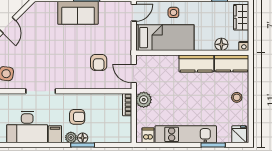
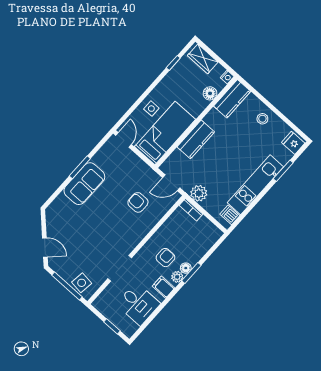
armchair: (99, 63) -> (138, 202), turned 180
kitchen counter: (196, 63) -> (196, 139), moved
desk: (27, 127) -> (138, 304), width x0.73

